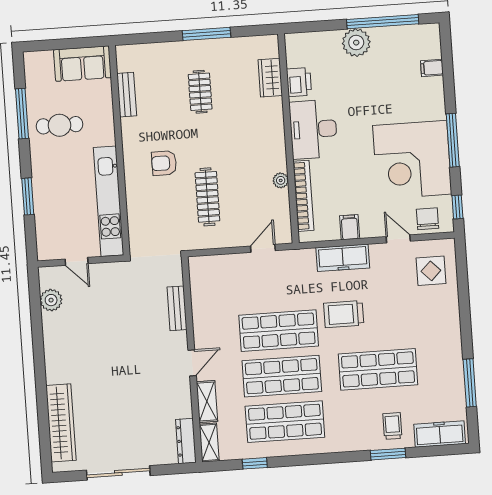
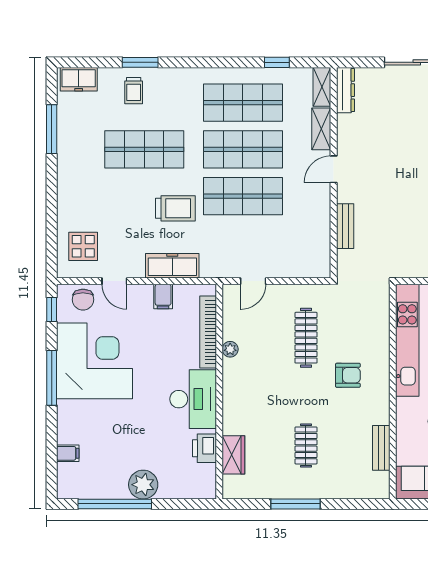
freezer: (440, 434) -> (79, 79), width x0.71

